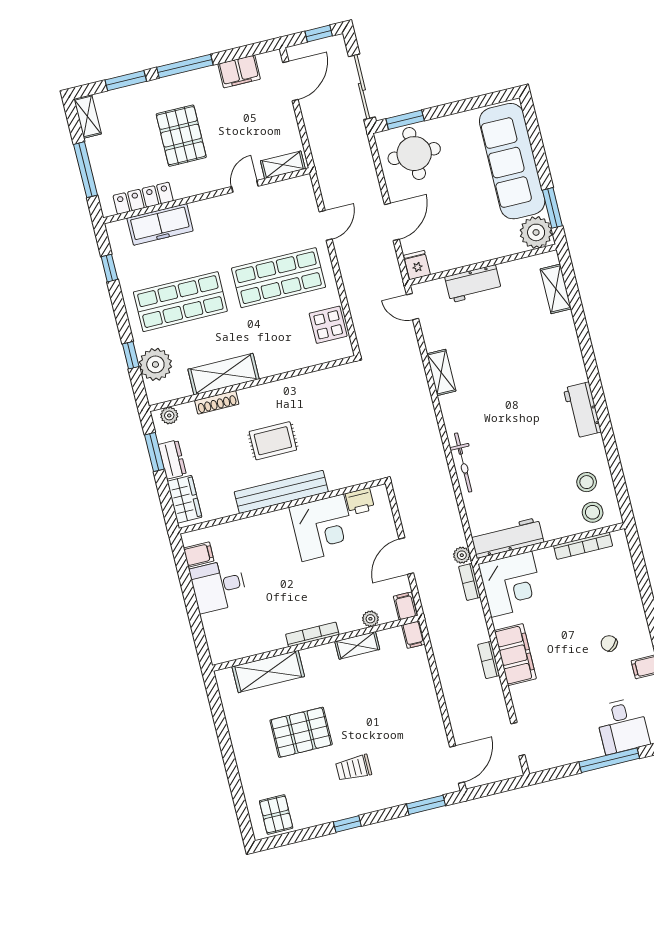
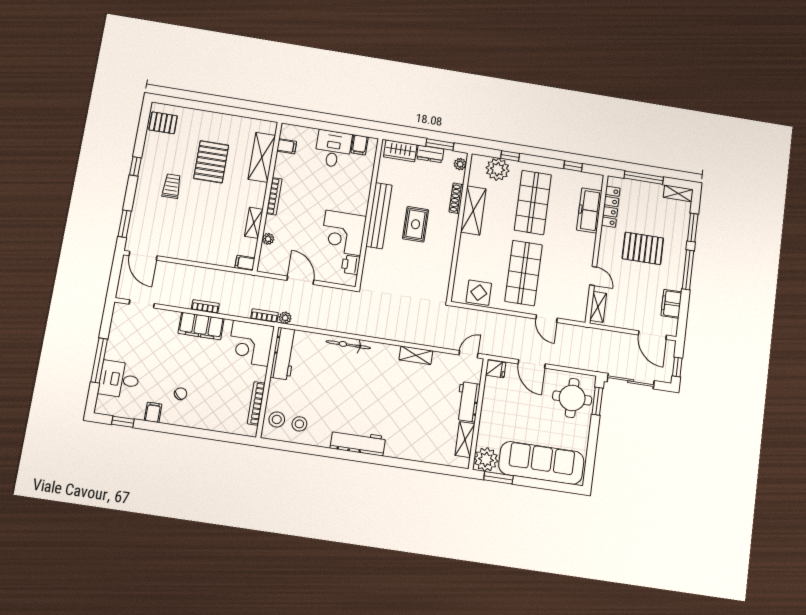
shelving: (556, 289) -> (465, 440), moved, turned 90
workbench: (582, 410) -> (358, 442), width x1.38
filing cabinet: (405, 606) -> (287, 146), moved

